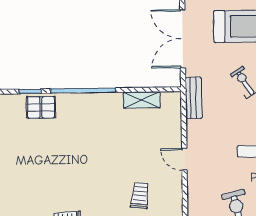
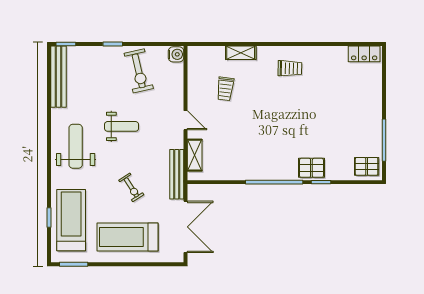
bench: (193, 98) -> (177, 174), width x1.36
shelving: (142, 100) -> (195, 155), moved, turned 90

